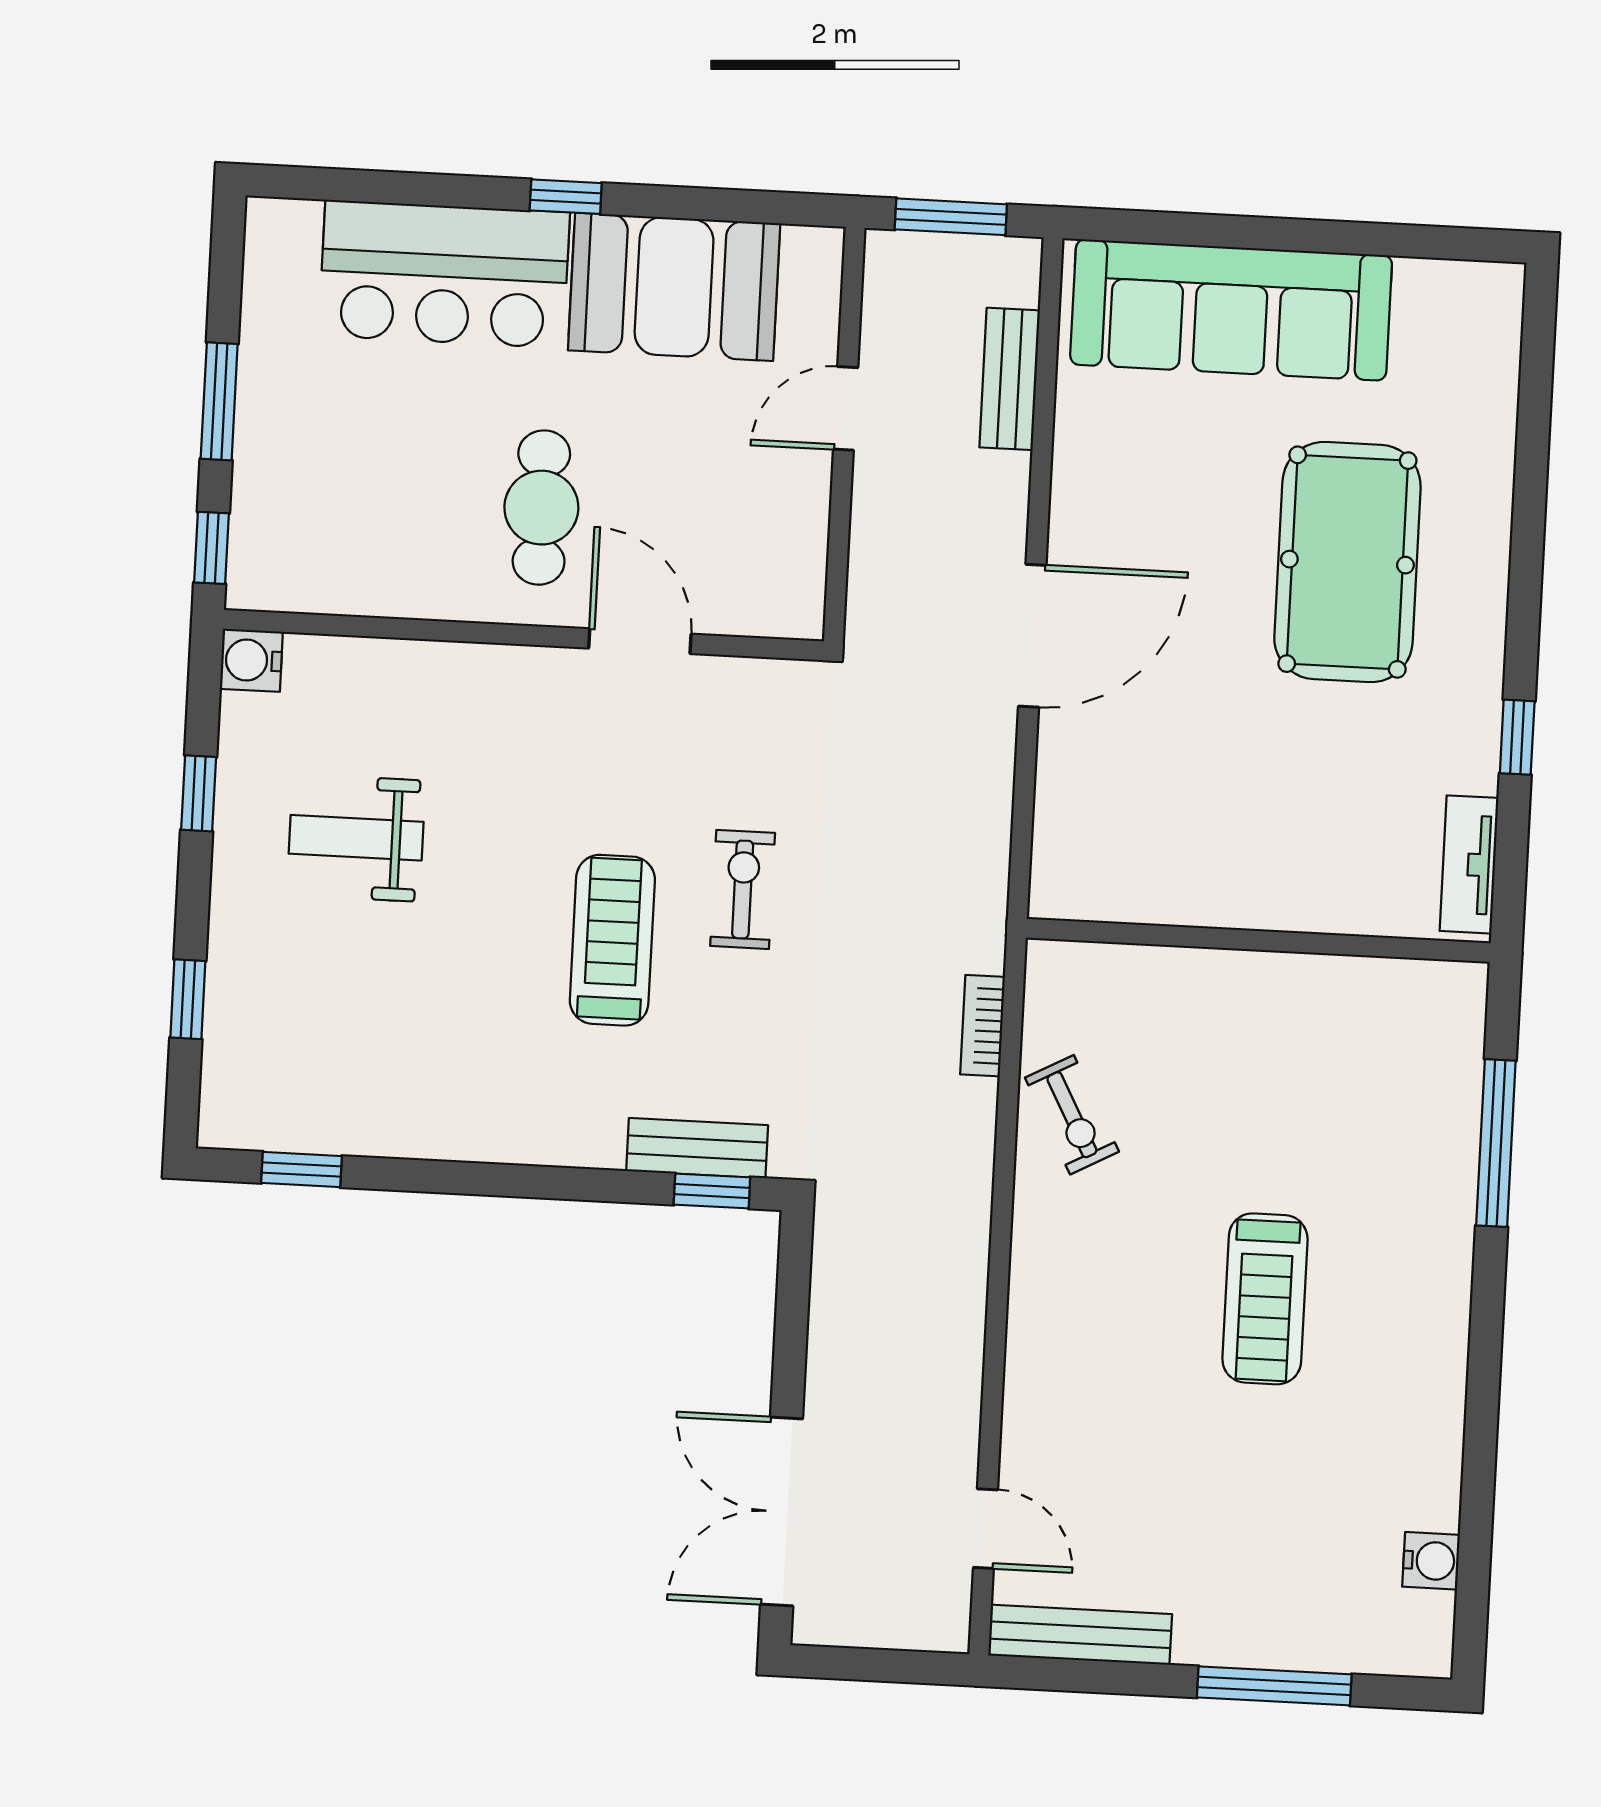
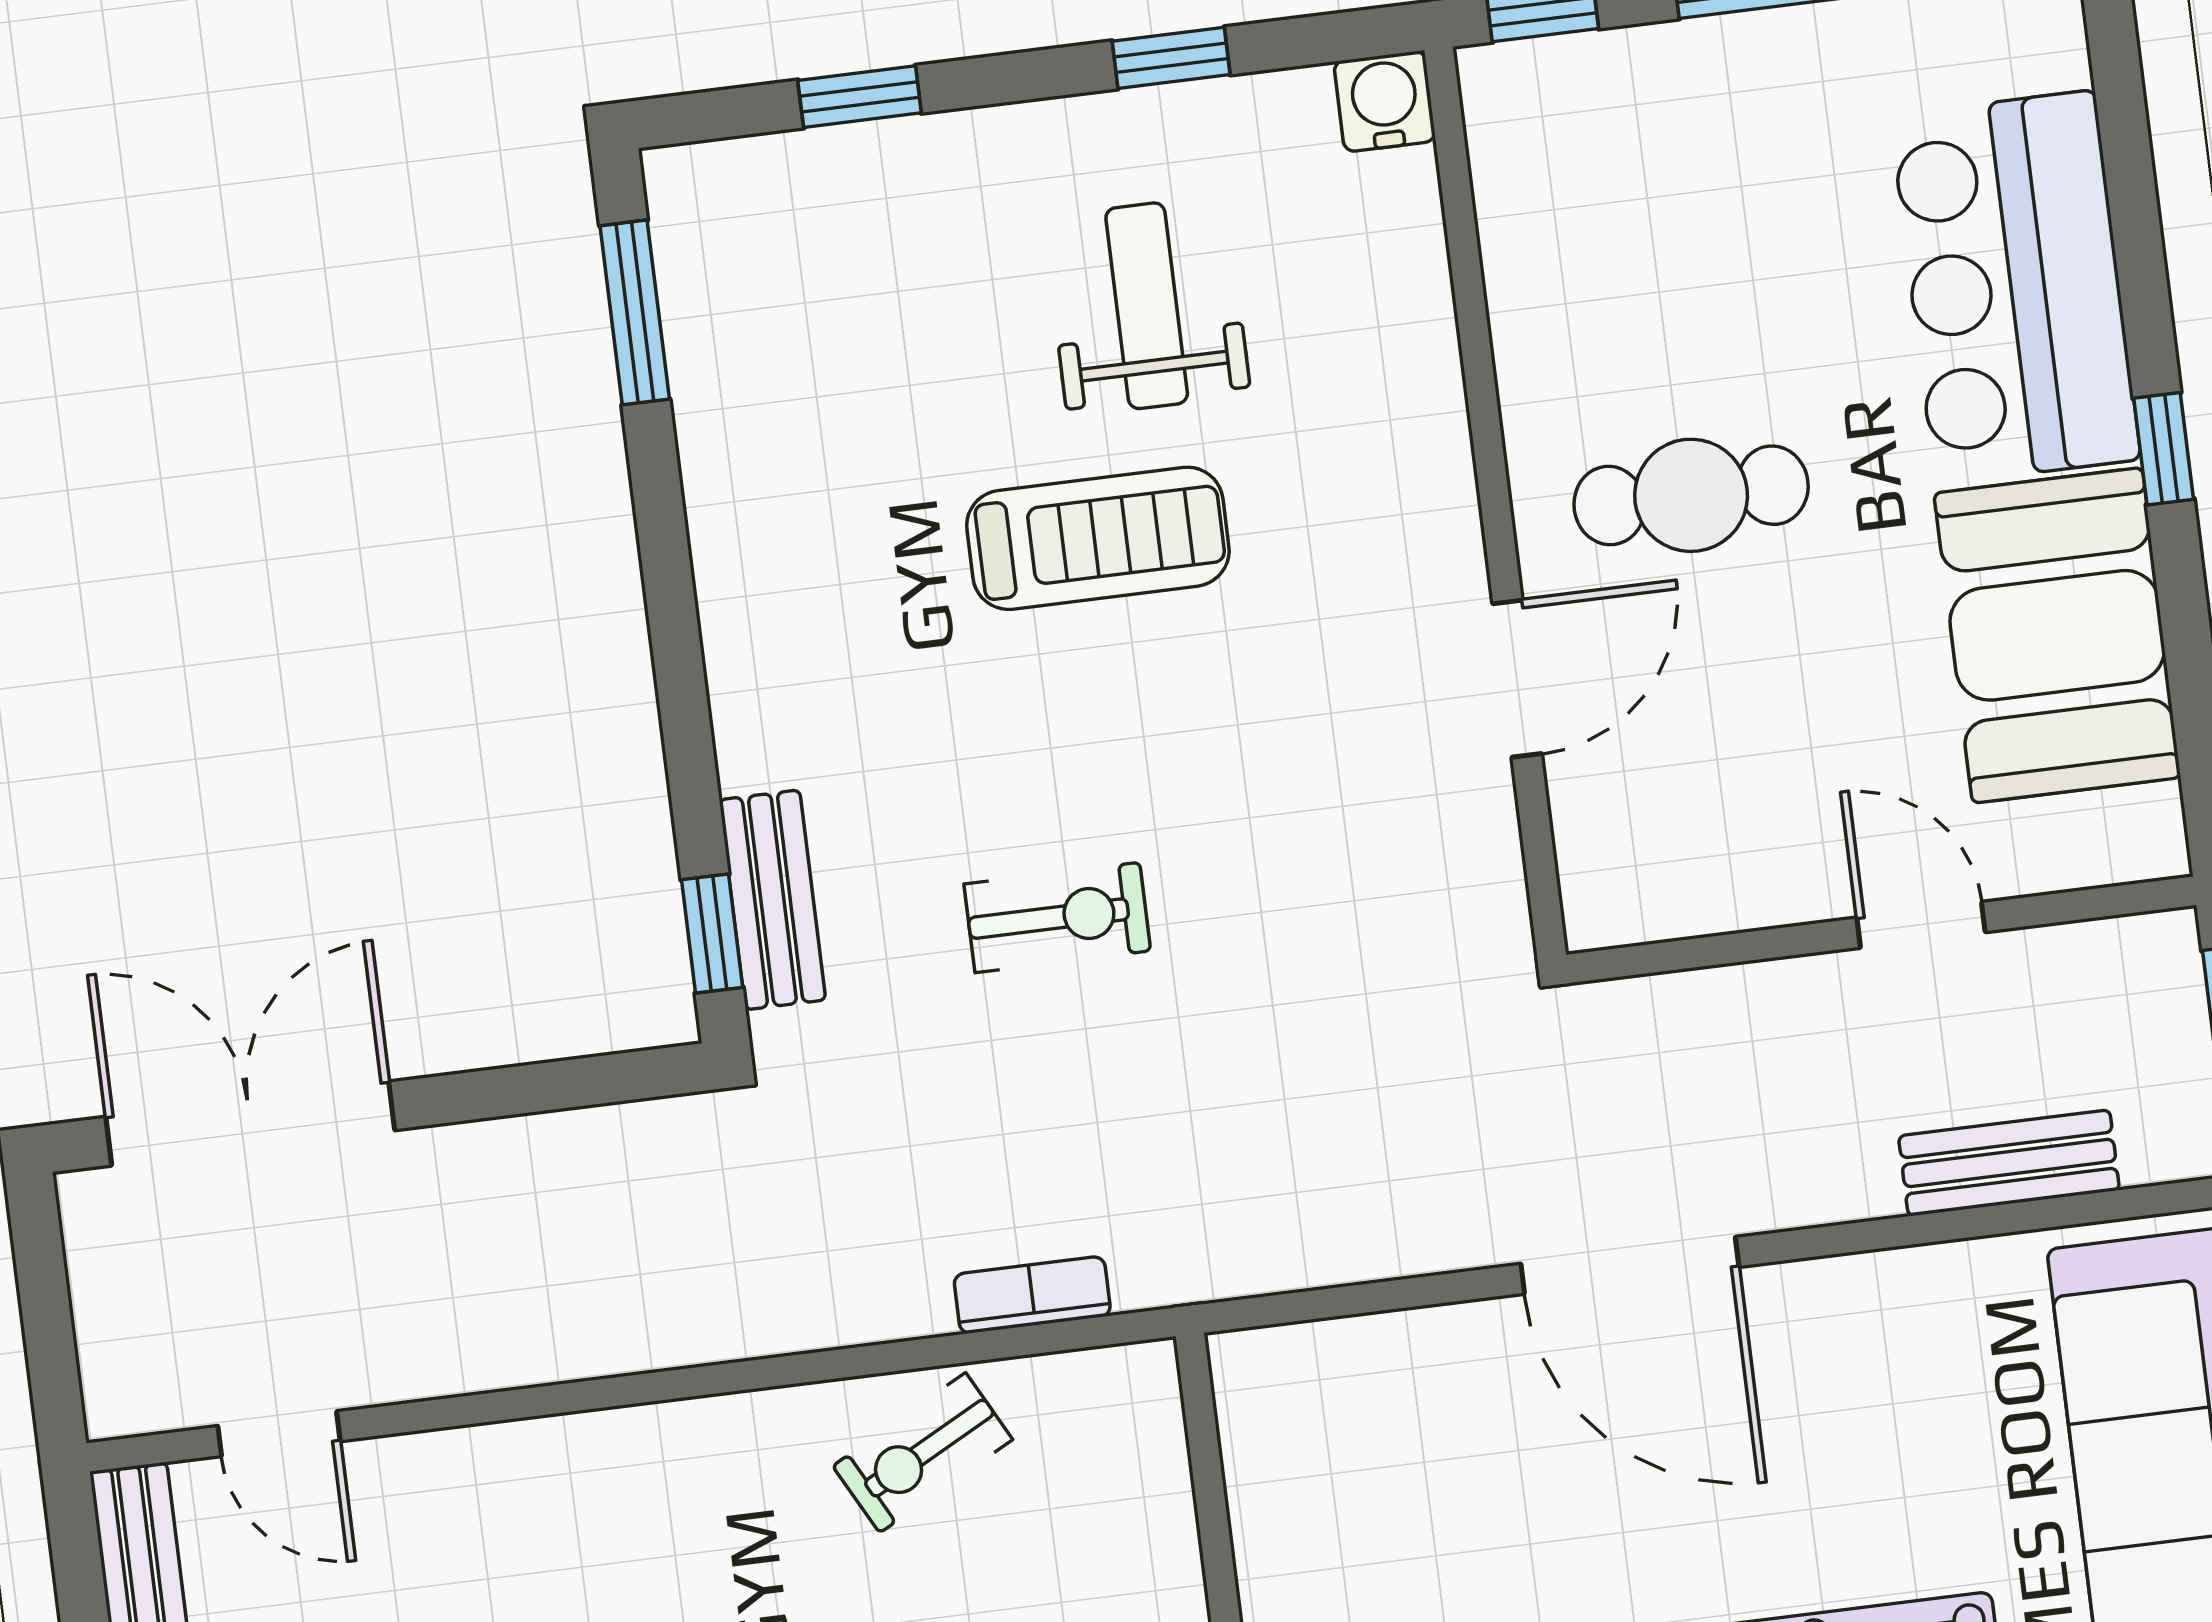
exercise bike: (743, 889) -> (1057, 917), moved
treadmill: (612, 940) -> (1098, 538), moved
window: (301, 1169) -> (635, 312), width x1.50
door: (985, 1529) -> (279, 1434), hinge flipped

